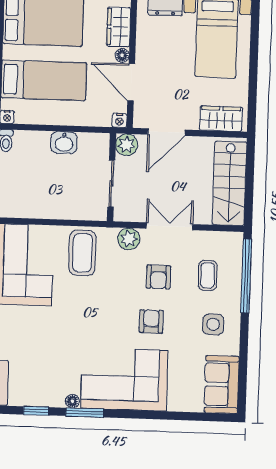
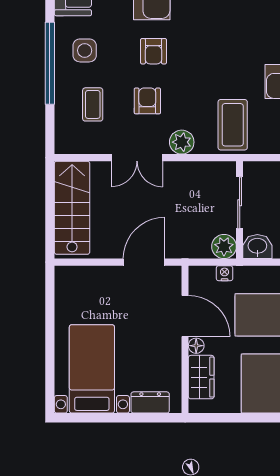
wardrobe: (221, 119) -> (84, 279), removed
nightstand: (119, 120) -> (225, 273), moved
plant: (127, 145) -> (224, 247), moved
wall: (112, 177) -> (240, 210), moved
sliding door: (111, 184) -> (240, 203), moved
window: (246, 276) -> (50, 63), moved

